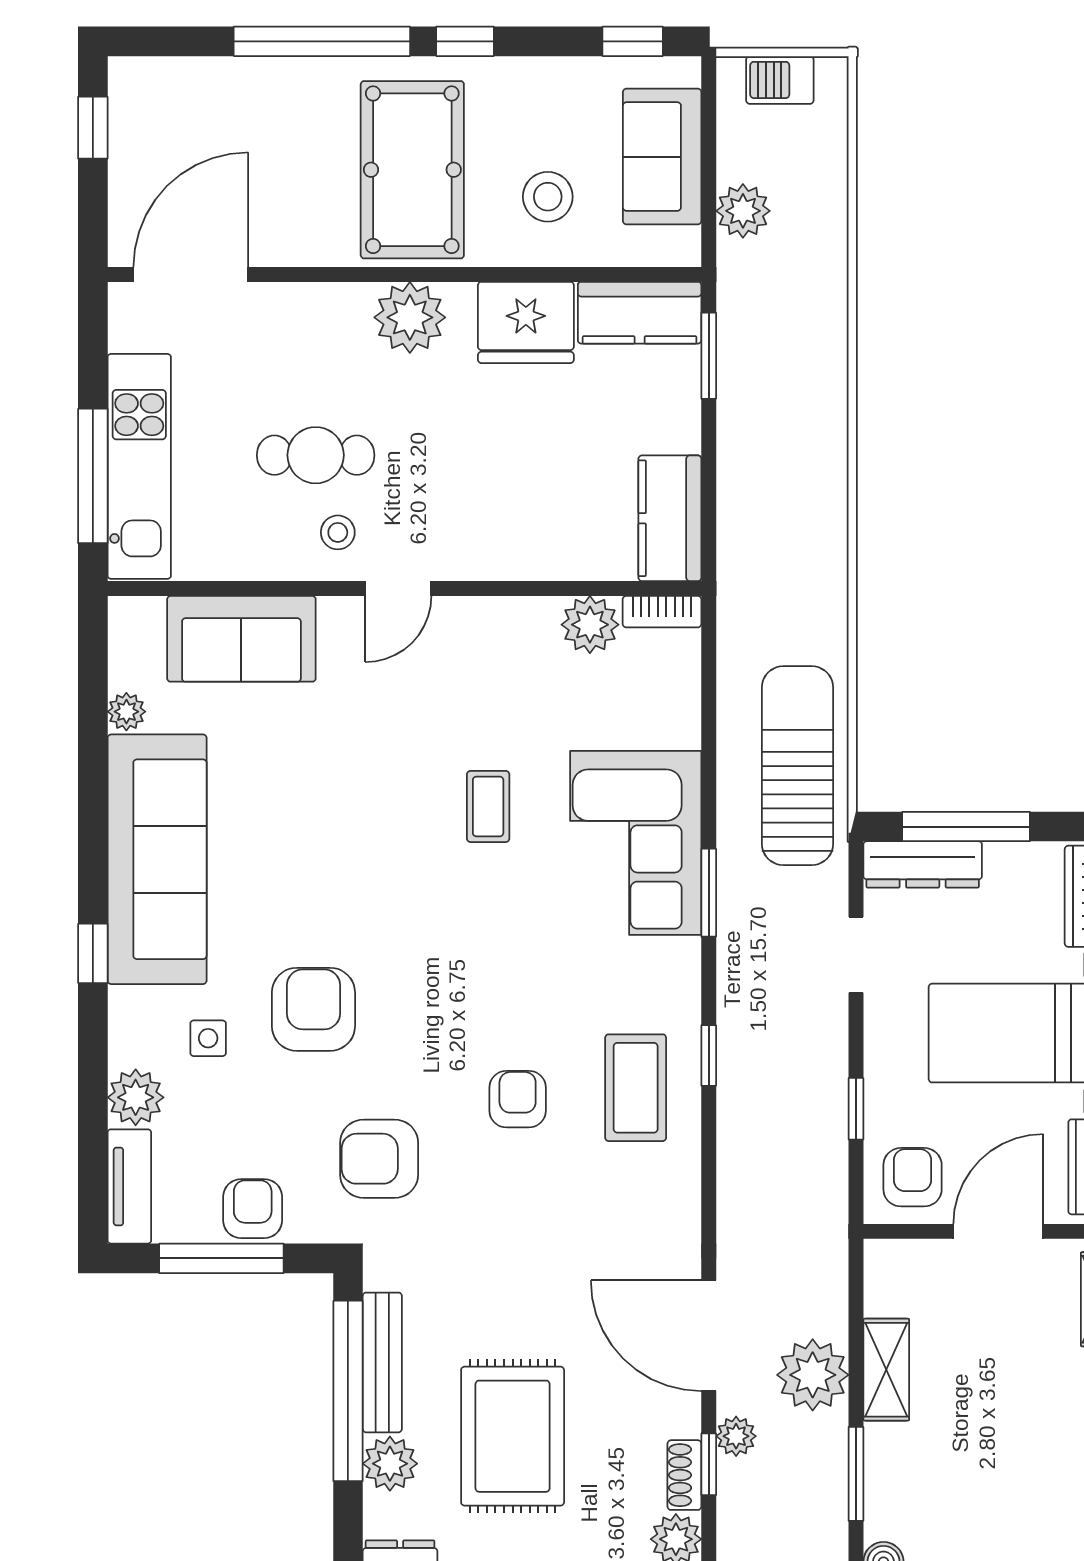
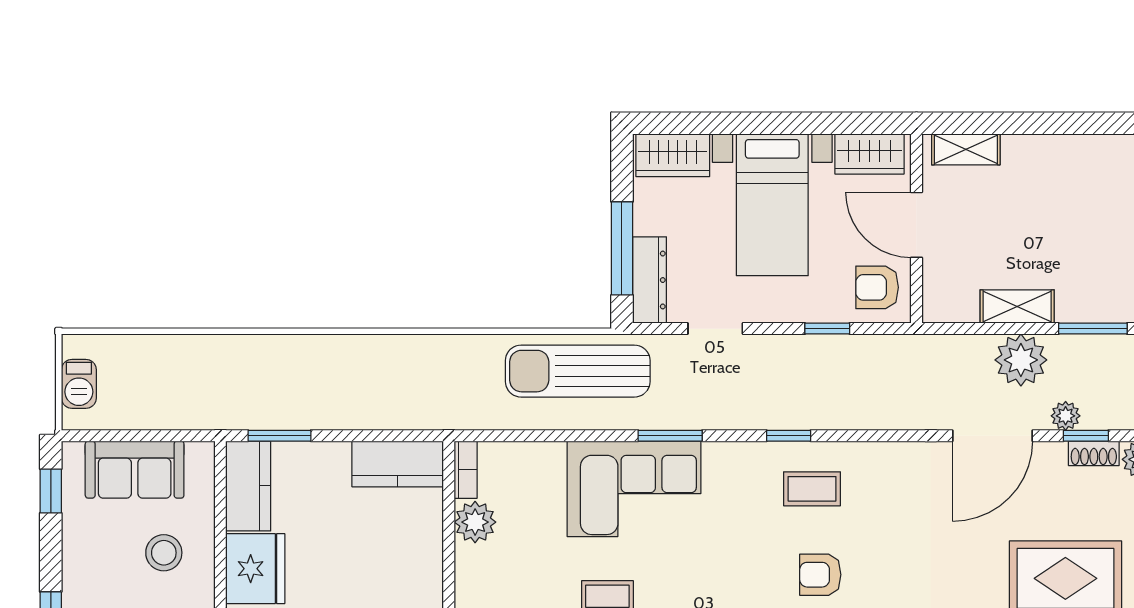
plant: (743, 211) -> (174, 411), removed
coffee table: (636, 1088) -> (812, 489), width x0.73, depth x0.77

